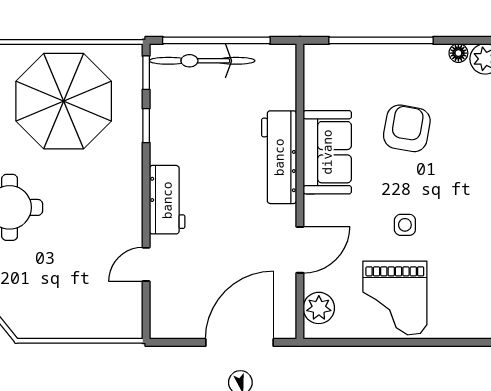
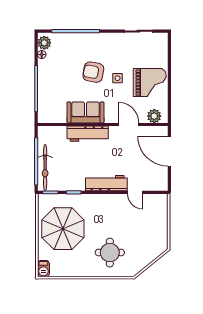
armchair: (407, 128) -> (93, 72), moved
workbench: (167, 200) -> (106, 183), width x1.38

